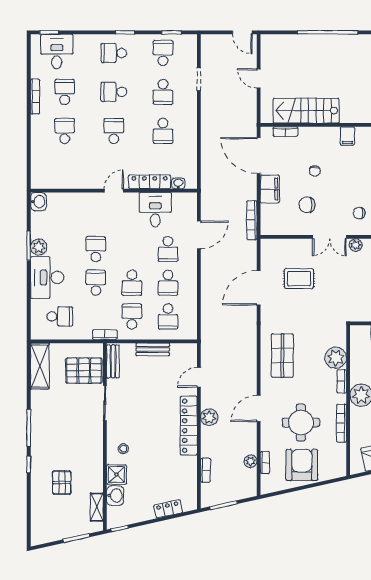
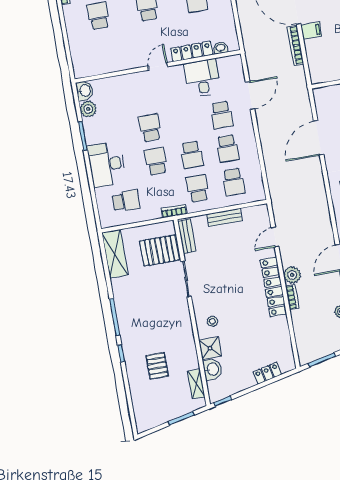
filing cabinet: (270, 189) -> (311, 31), width x0.50
bookcase: (252, 220) -> (295, 45), moved
plant: (39, 247) -> (88, 109), moved
bookcase: (206, 470) -> (292, 297), moved

